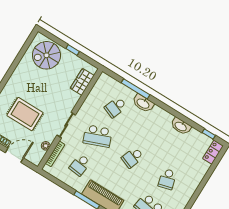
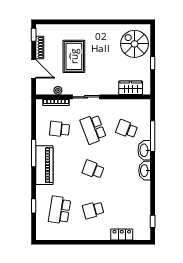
washbasin: (181, 126) -> (145, 171), moved
locker: (213, 152) -> (122, 234), moved

